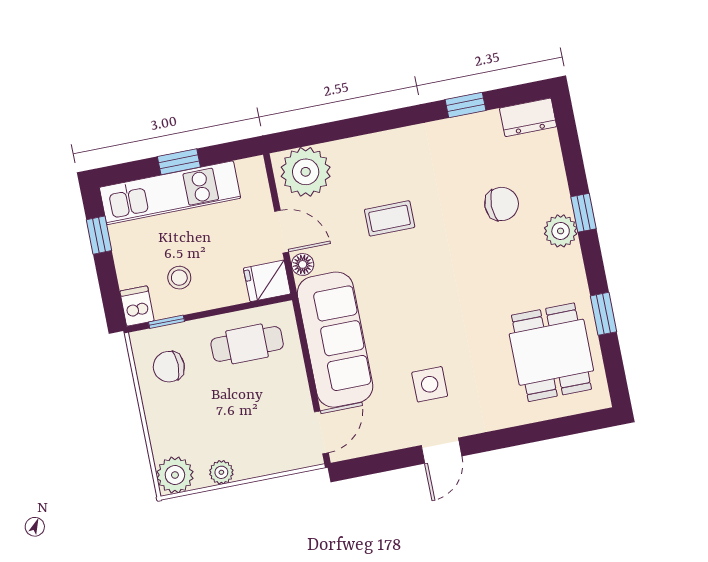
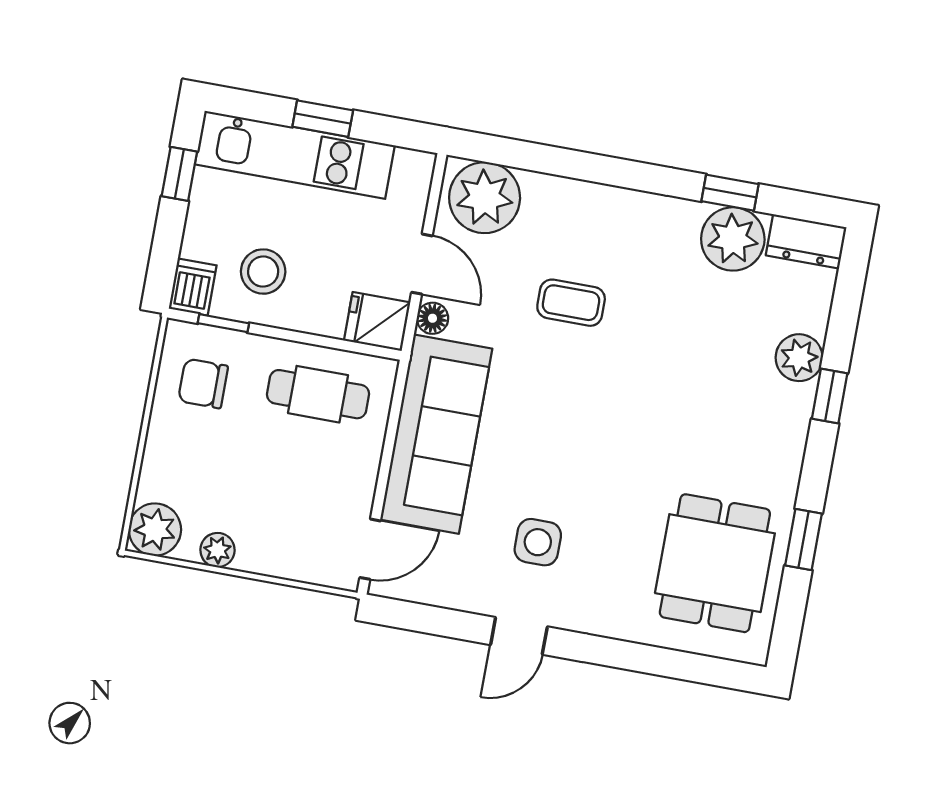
plant: (479, 135) -> (733, 239), added
chair: (502, 204) -> (726, 342), removed
plant: (561, 231) -> (799, 358), moved
stool: (179, 278) -> (263, 272), width x1.37, depth x1.37

